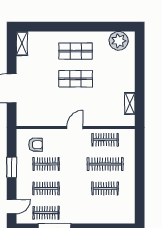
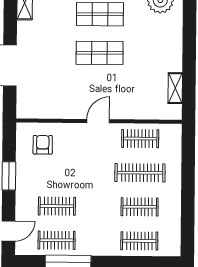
armchair: (36, 145) -> (43, 145), turned -90
clothes rail: (46, 164) -> (139, 241), moved

